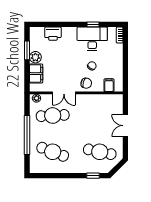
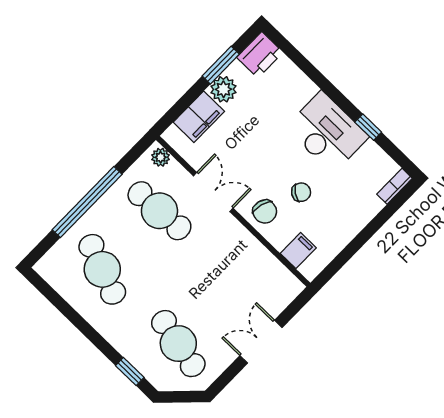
printer: (53, 34) -> (260, 55), moved, turned -90
desk: (92, 39) -> (327, 132), moved
double door: (64, 93) -> (213, 192), swing flipped

